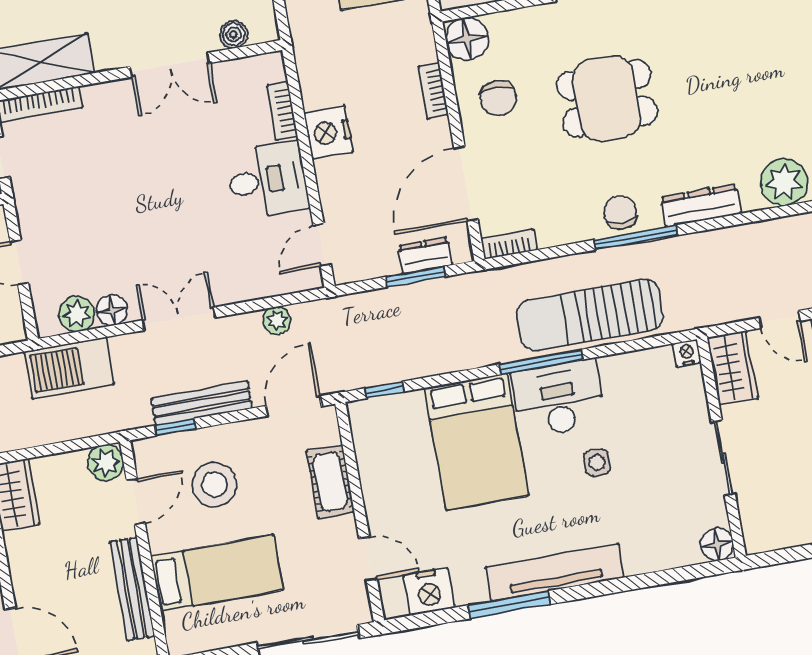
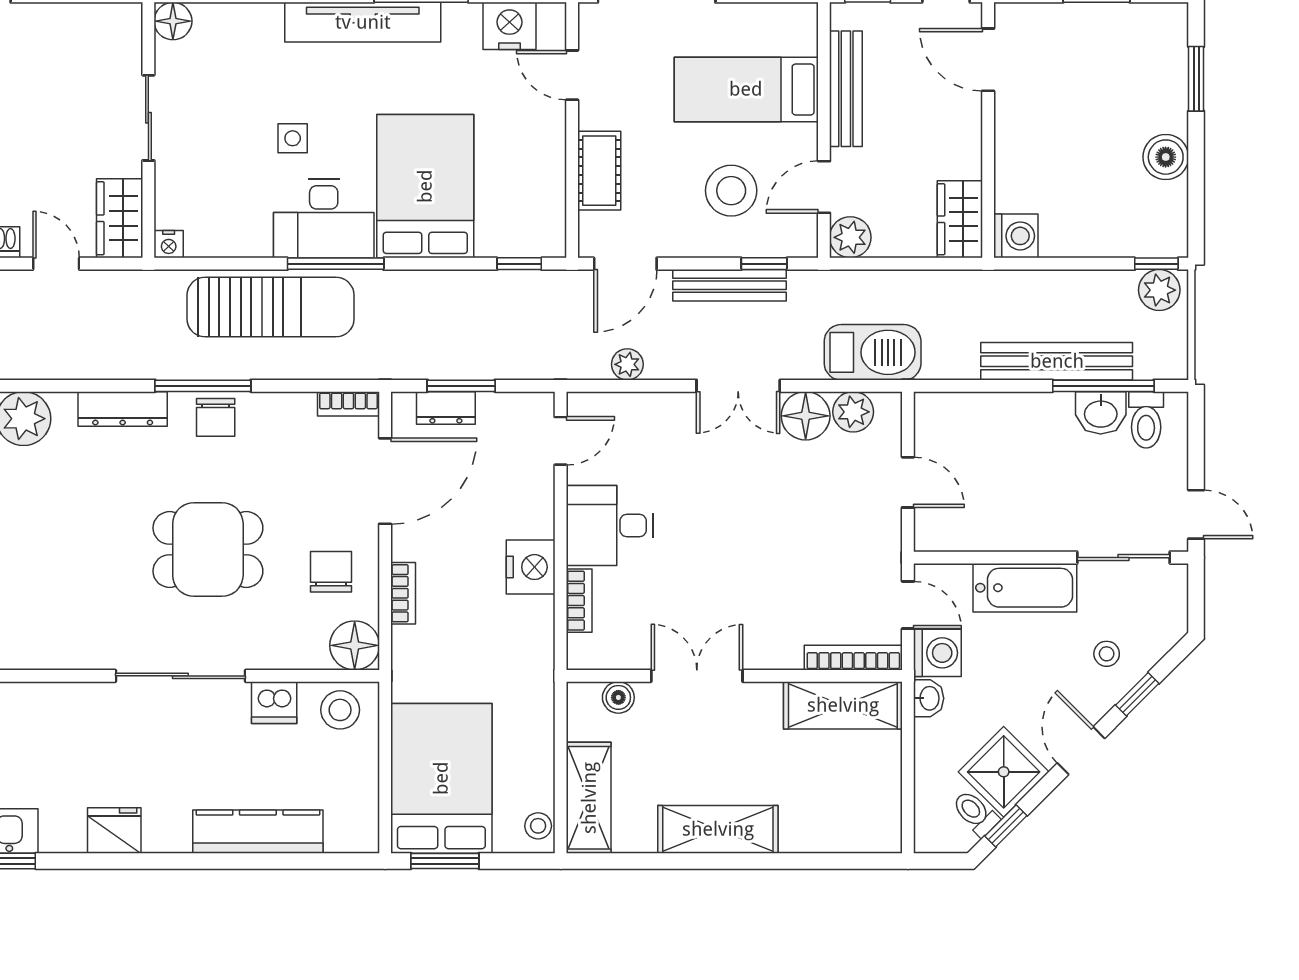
floor lamp: (112, 310) -> (806, 416), width x1.38, depth x1.38

